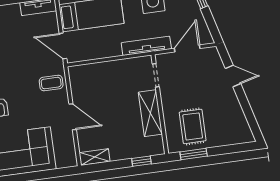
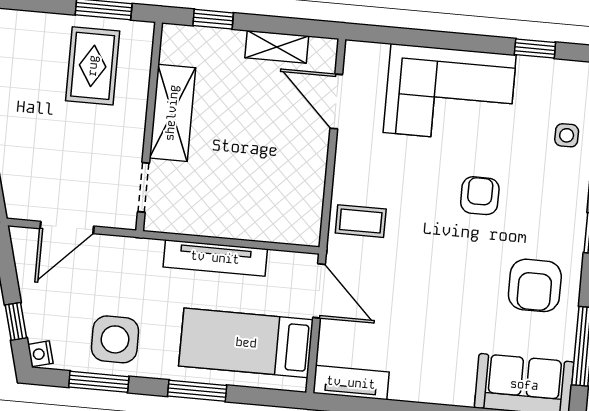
tv unit: (146, 46) -> (215, 258), moved
door: (73, 117) -> (336, 102), moved
shelving: (95, 157) -> (277, 47), moved

